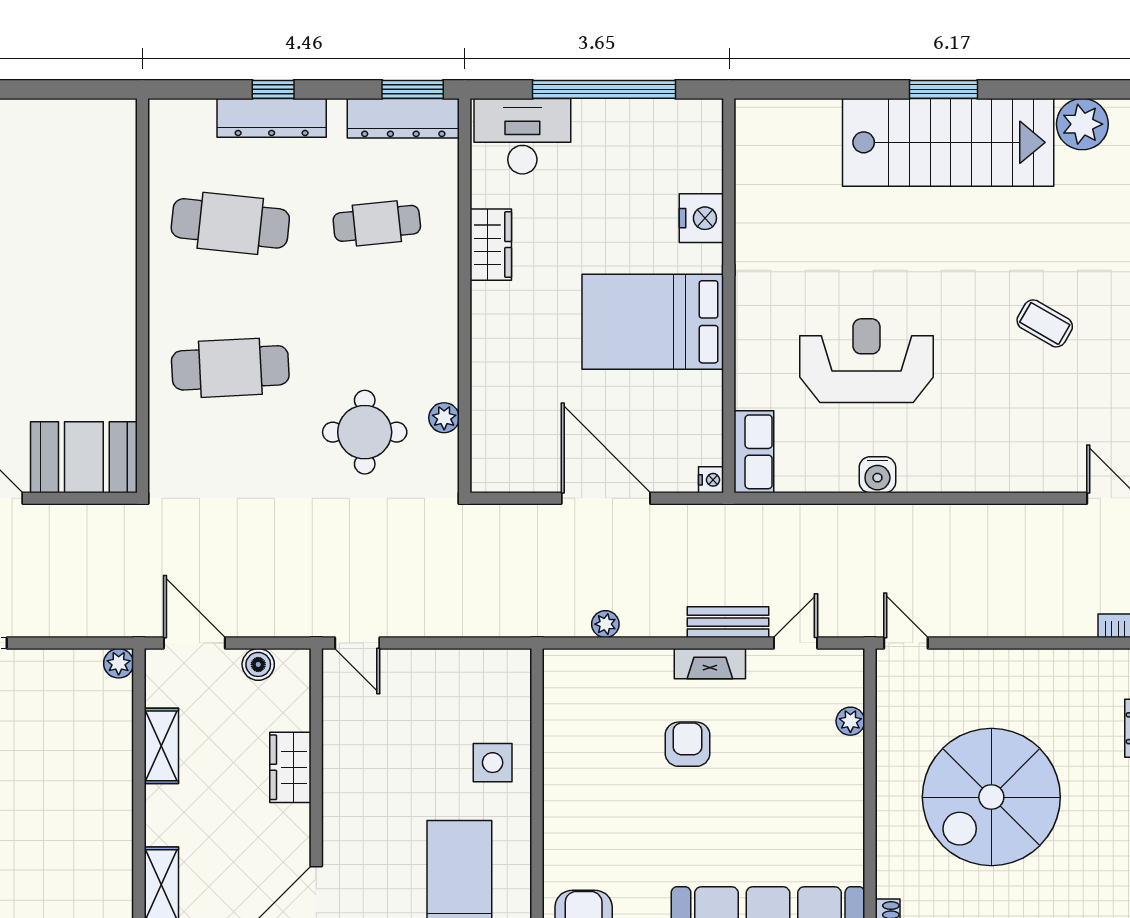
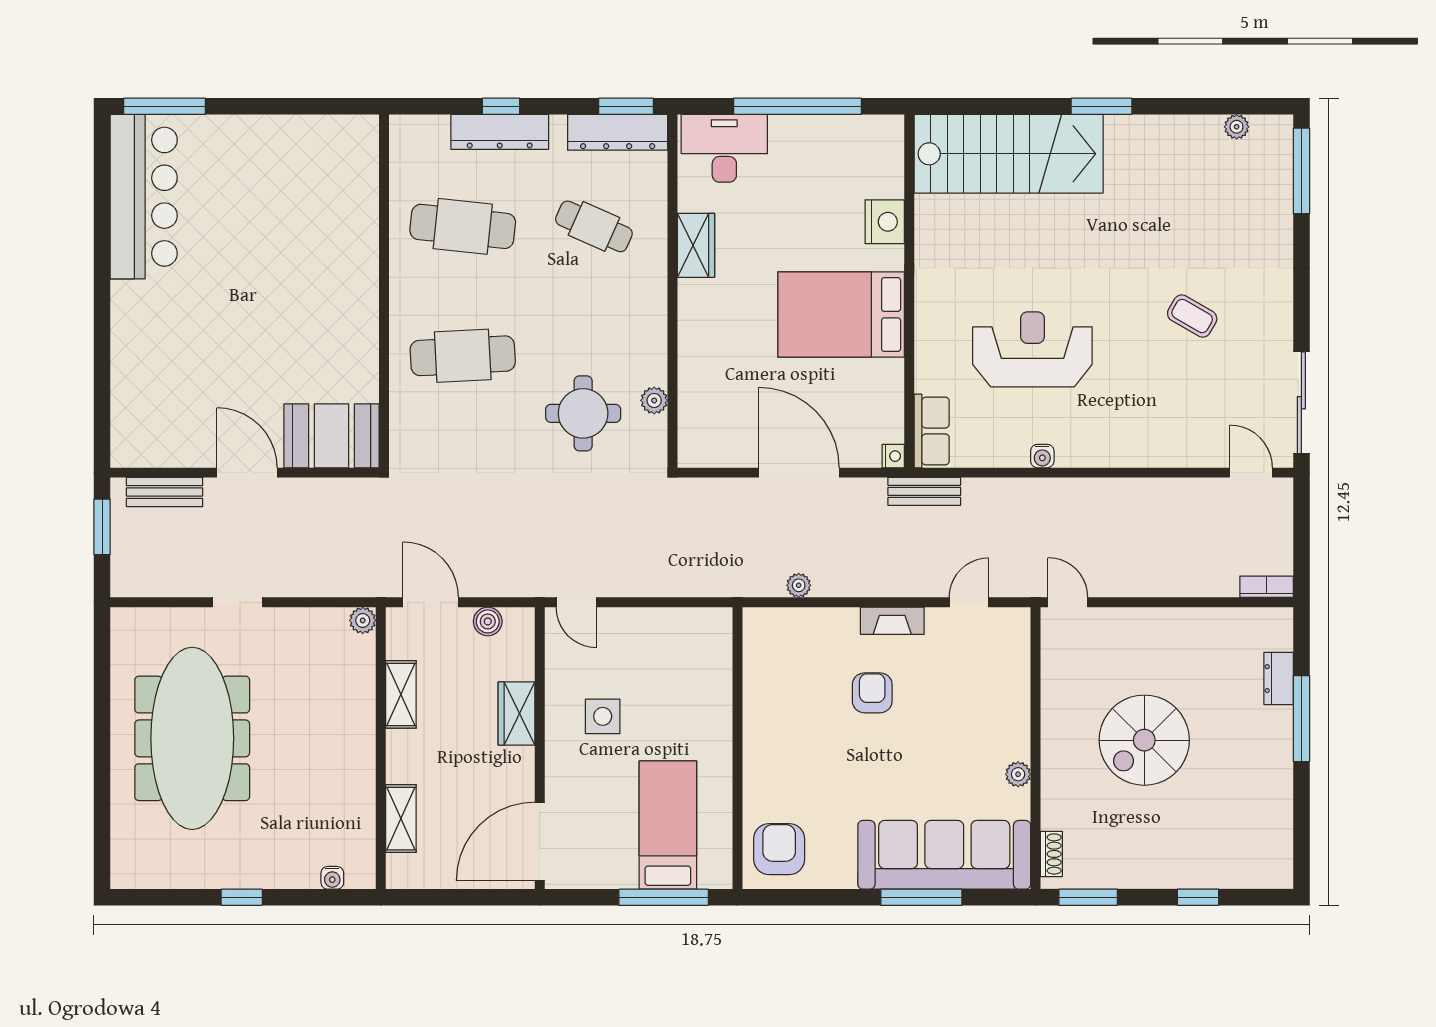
plant: (1082, 124) -> (1237, 127), width x0.53, depth x0.53
stairs: (948, 142) -> (1009, 154), moved
cafe table: (377, 223) -> (594, 226), turned 30
water cooler: (877, 475) -> (1042, 456), width x0.72, depth x0.72
bench: (728, 622) -> (924, 491), moved
plant: (850, 721) -> (1018, 774), moved
side table: (493, 763) -> (603, 716), moved
spiral stairs: (991, 797) -> (1144, 740), width x0.73, depth x0.73

